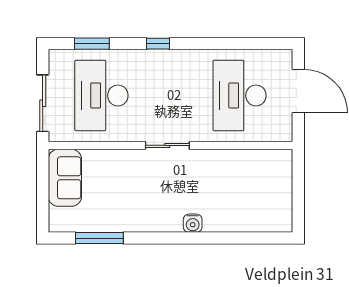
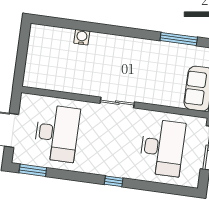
window: (92, 44) -> (33, 170), moved
water cooler: (193, 223) -> (82, 37), moved

